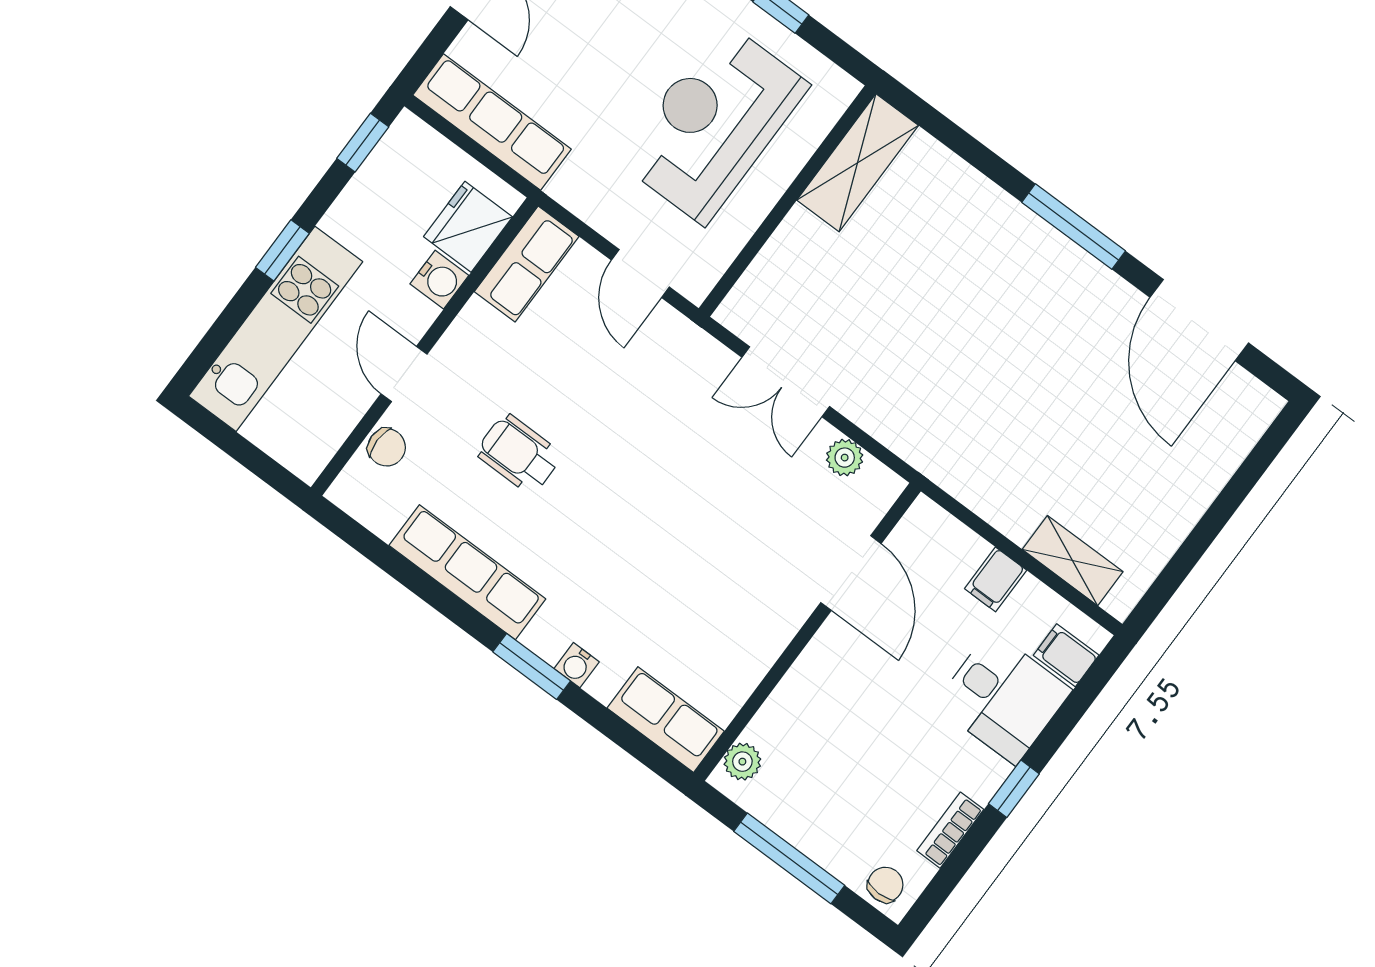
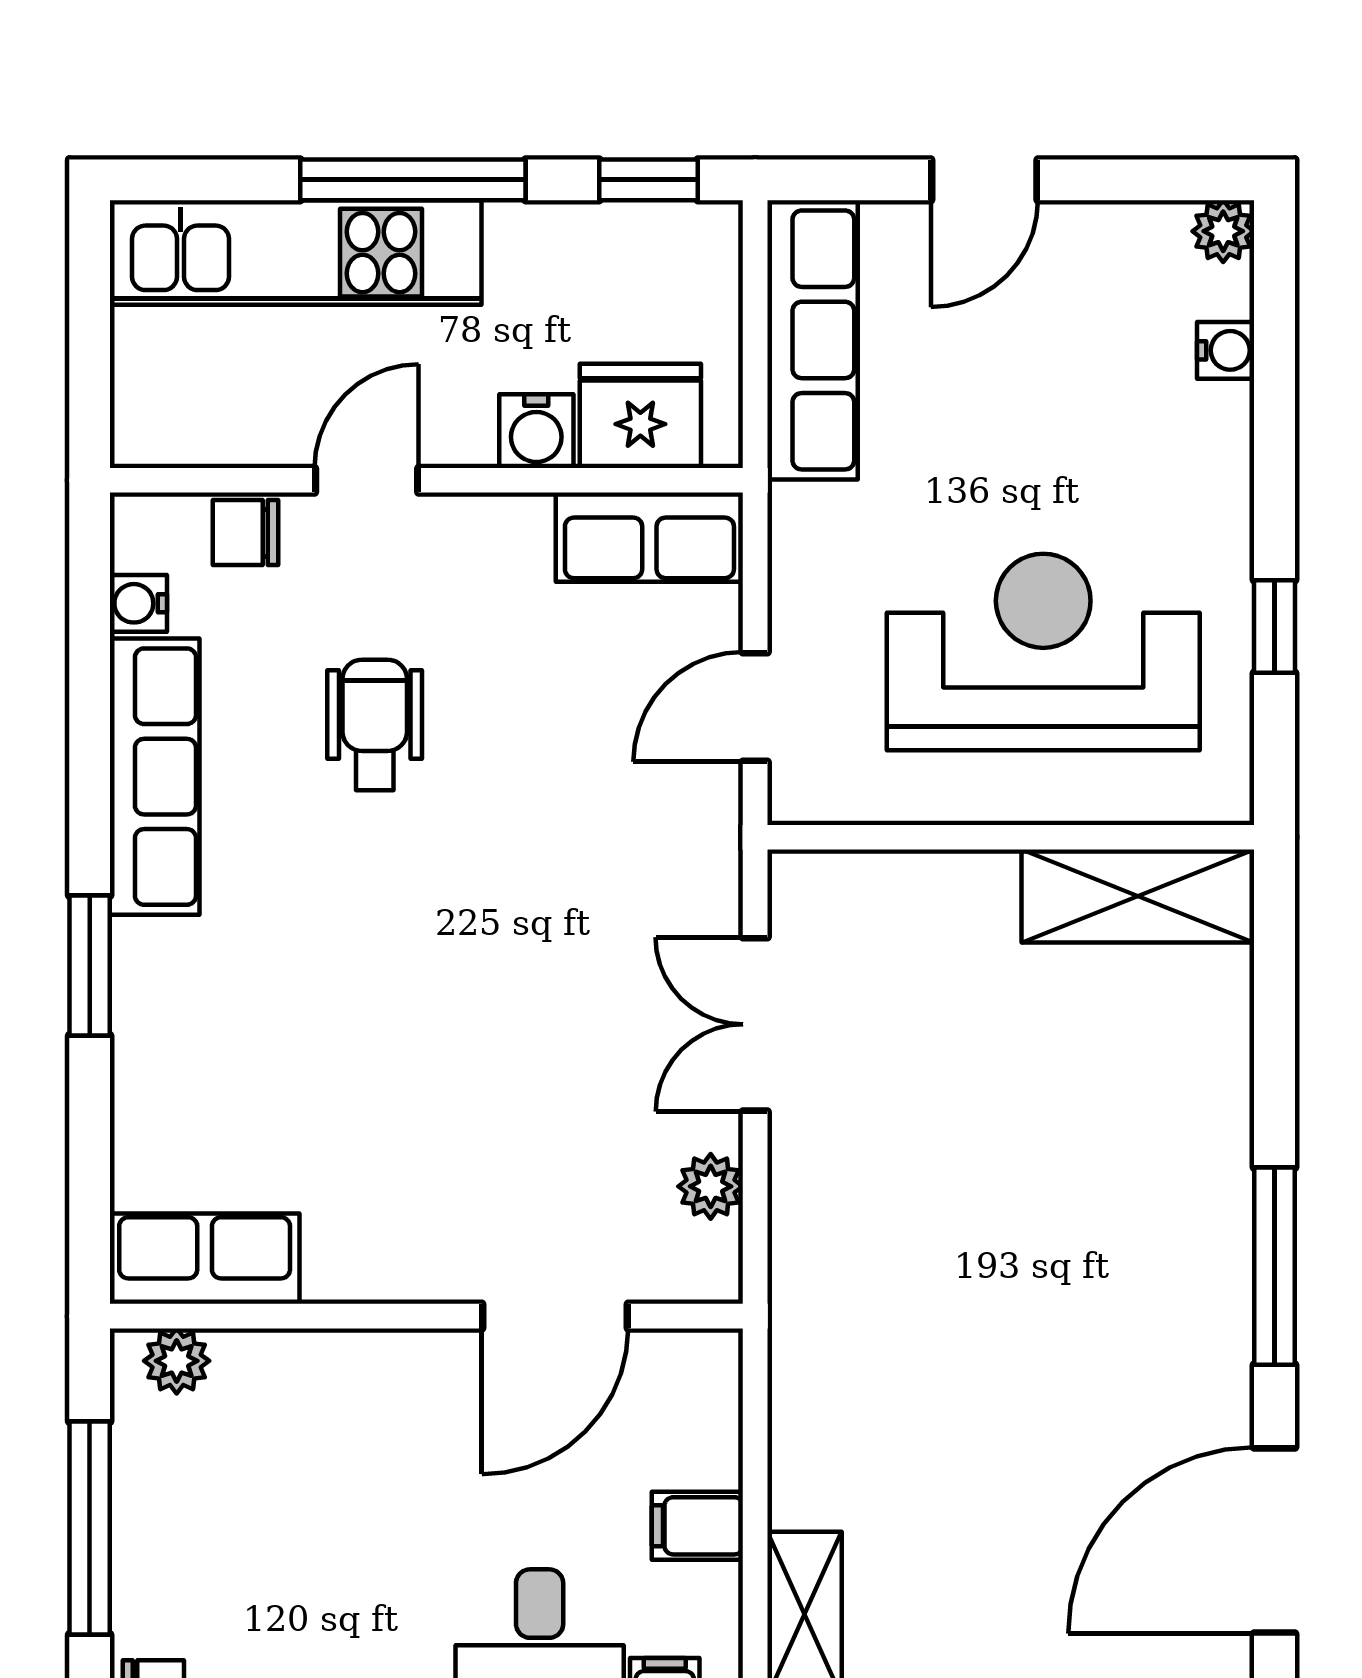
window: (282, 250) -> (413, 180), width x2.17
chair: (387, 447) -> (246, 533), turned 90
water cooler: (577, 665) -> (138, 603), moved
row of seats: (666, 720) -> (205, 1259), moved, turned -90

